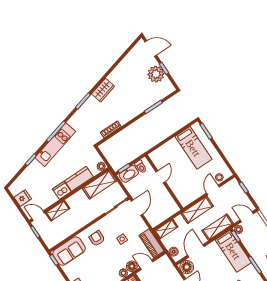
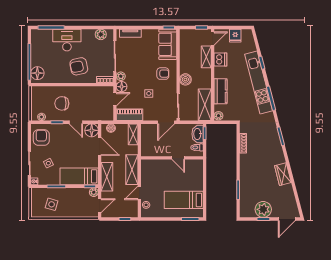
wardrobe: (103, 90) -> (283, 174), moved
kitchen unit: (55, 145) -> (259, 83), width x1.36
dishwasher: (62, 190) -> (220, 60), moved
door: (213, 190) -> (139, 193), swing flipped
door: (137, 208) -> (166, 122), hinge flipped
boiler: (89, 216) -> (185, 79), added

